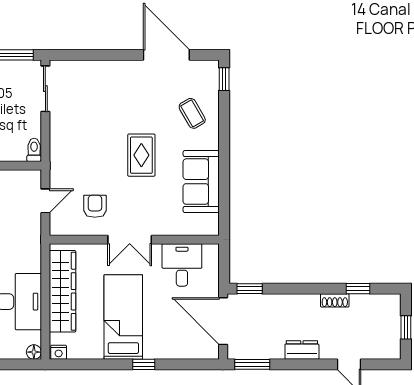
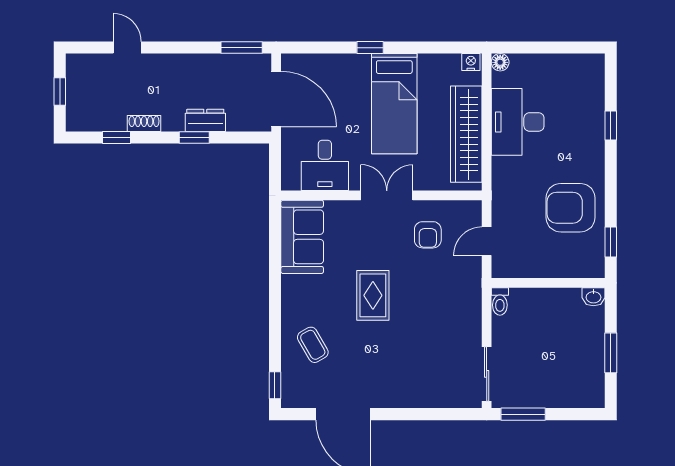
sofa: (201, 182) -> (302, 237), moved
window: (250, 289) -> (194, 137), moved
dresser: (302, 350) -> (205, 120), moved, turned 180

